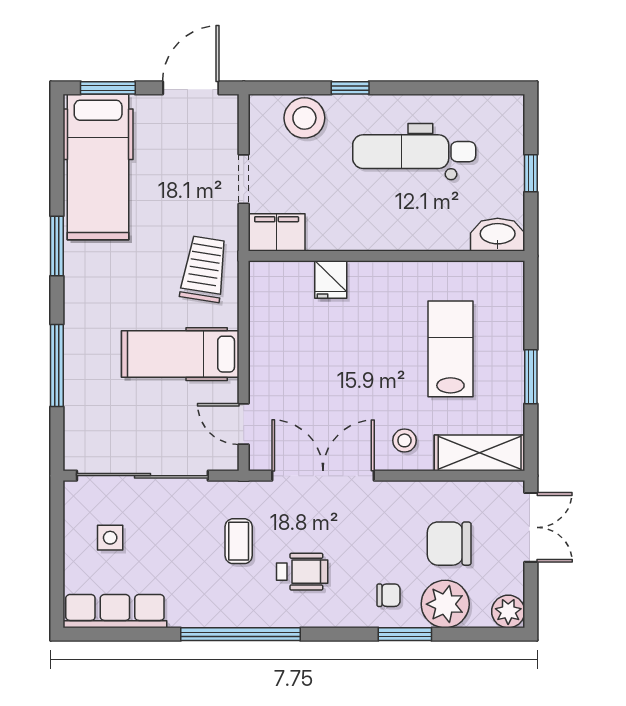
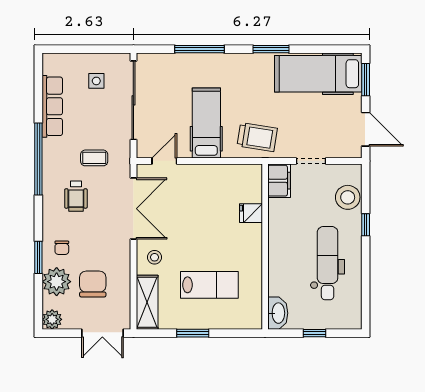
row of seats: (115, 611) -> (52, 106), moved

